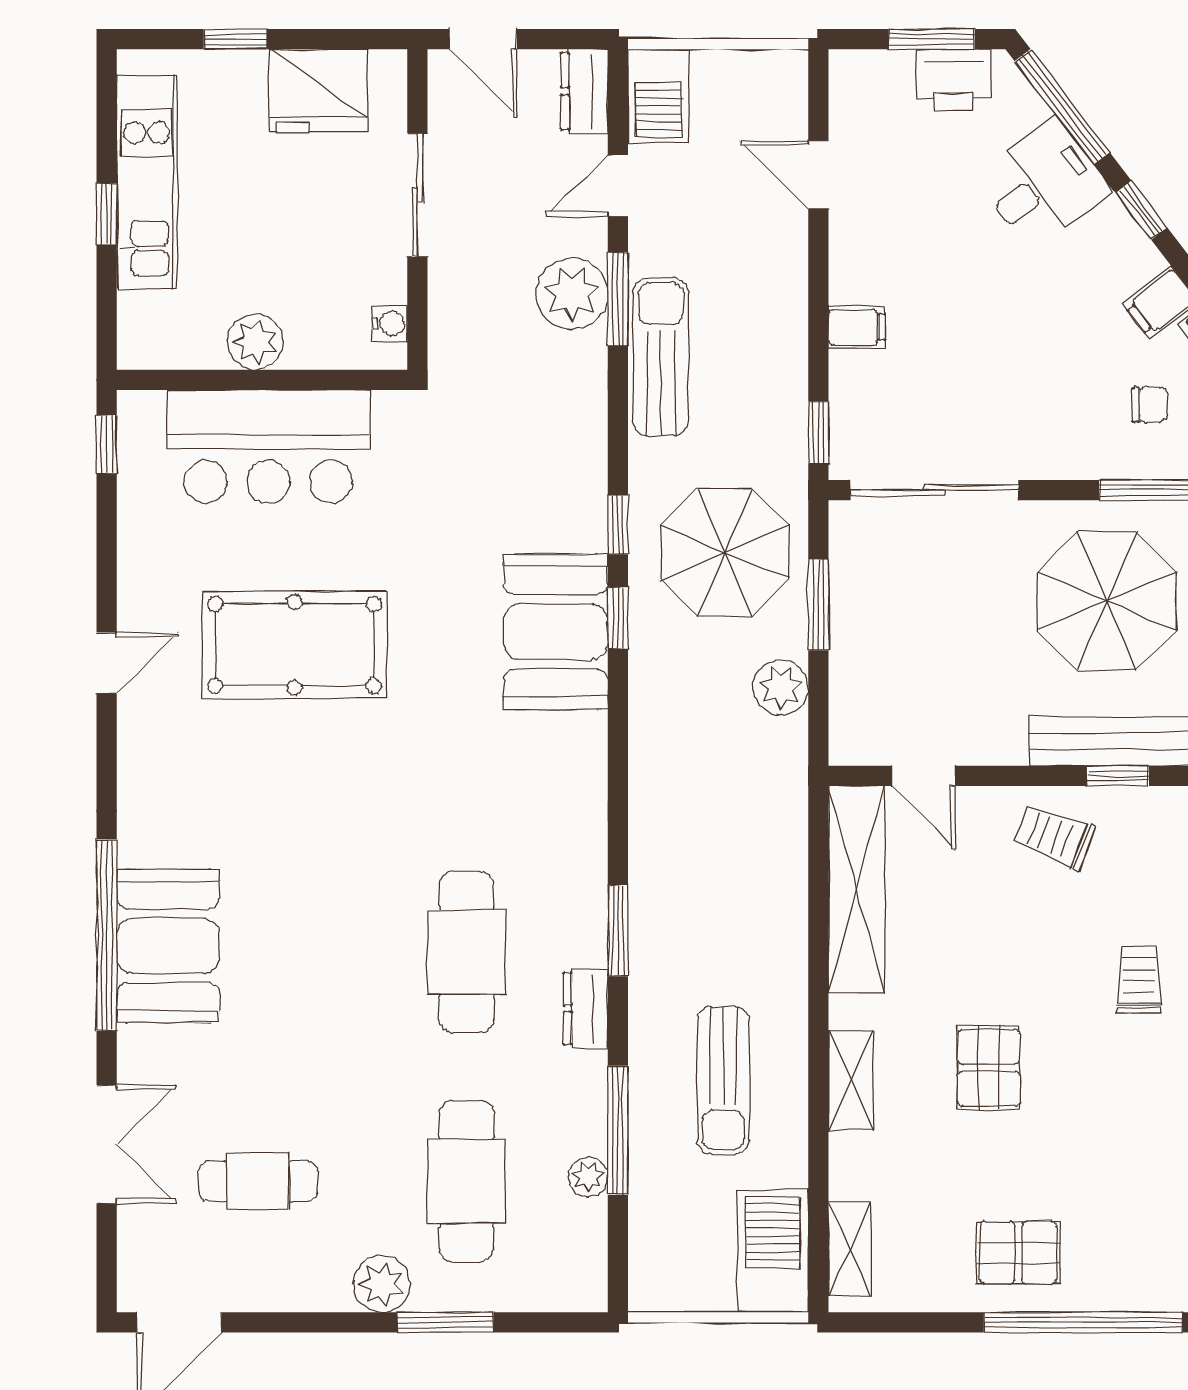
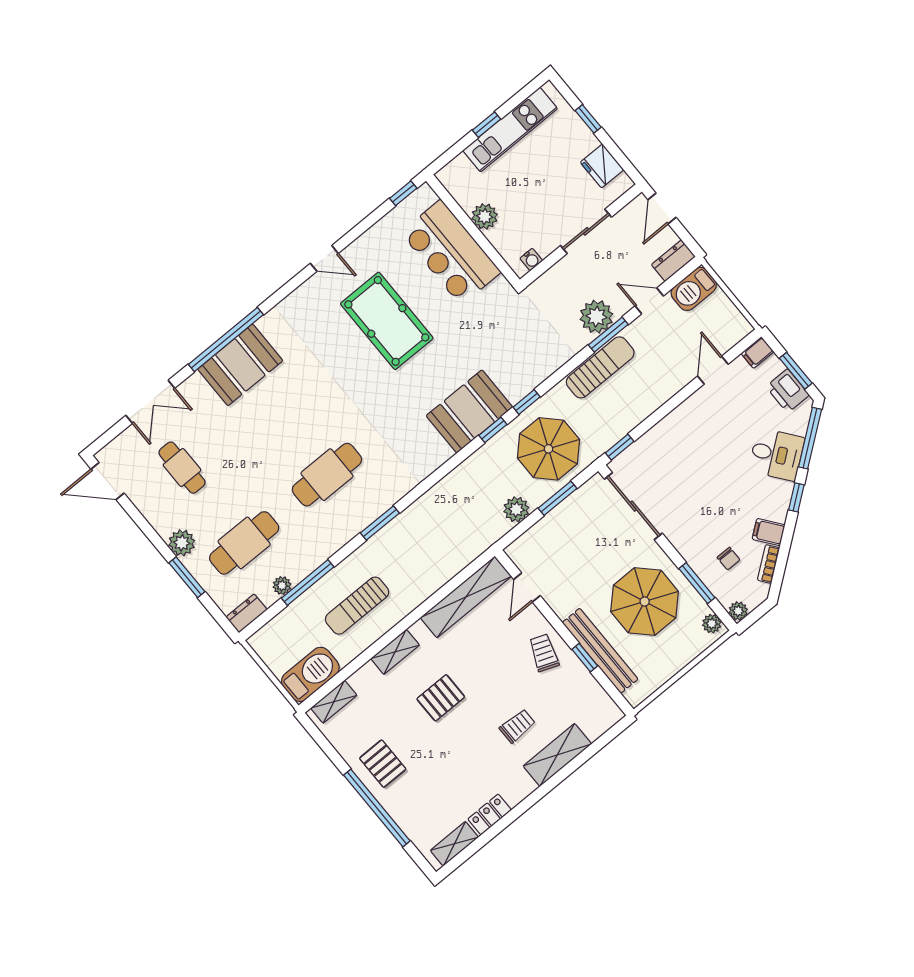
fridge: (318, 91) -> (602, 166), width x0.73, depth x0.75
filing cabinet: (857, 327) -> (757, 353), moved, turned 90
dresser: (586, 1008) -> (247, 613), moved

